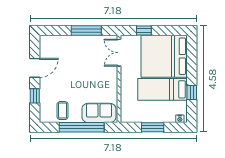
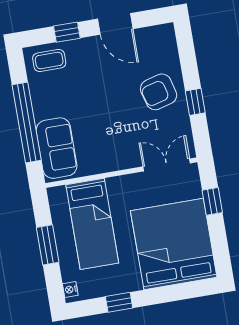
window: (86, 30) -> (195, 102), width x0.46
armchair: (77, 50) -> (159, 92), added
bed: (162, 89) -> (92, 224), moved, turned 180
coffee table: (63, 111) -> (49, 60), moved

